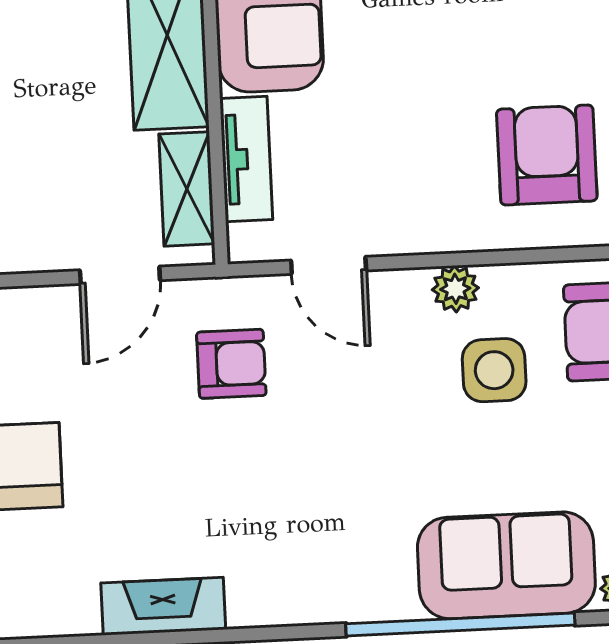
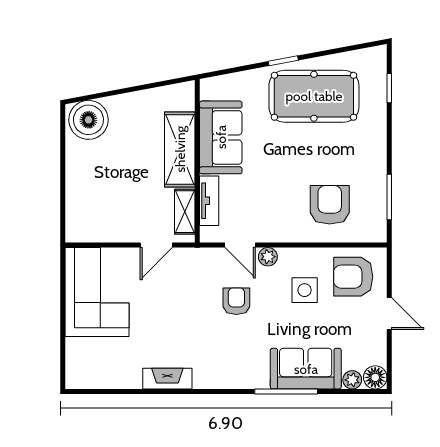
plant: (455, 289) -> (268, 257), moved
armchair: (231, 364) -> (236, 301), moved, turned -90
window: (460, 624) -> (286, 391), width x0.68

